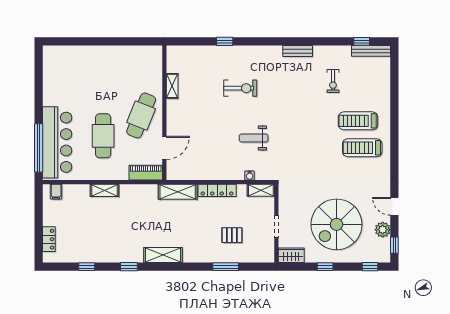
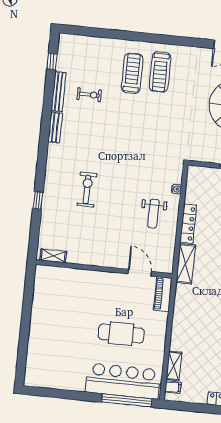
bench: (371, 51) -> (59, 92), moved
shelving: (172, 86) -> (53, 256), moved
cafe table: (141, 115) -> (104, 293), removed
treadmill: (358, 121) -> (132, 73), turned 180
weight bench: (254, 138) -> (153, 214), moved
shelving: (104, 190) -> (174, 366), moved
shelving: (261, 190) -> (193, 179), removed

